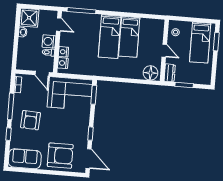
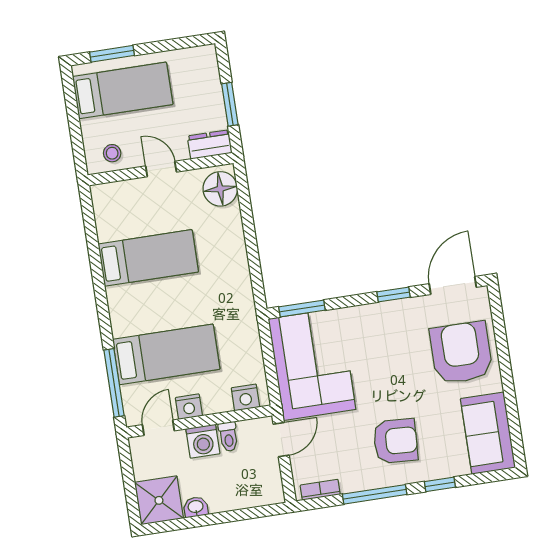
bed: (110, 37) -> (166, 354), moved
door: (164, 51) -> (161, 169), hinge flipped
nightstand: (63, 52) -> (189, 407), moved

